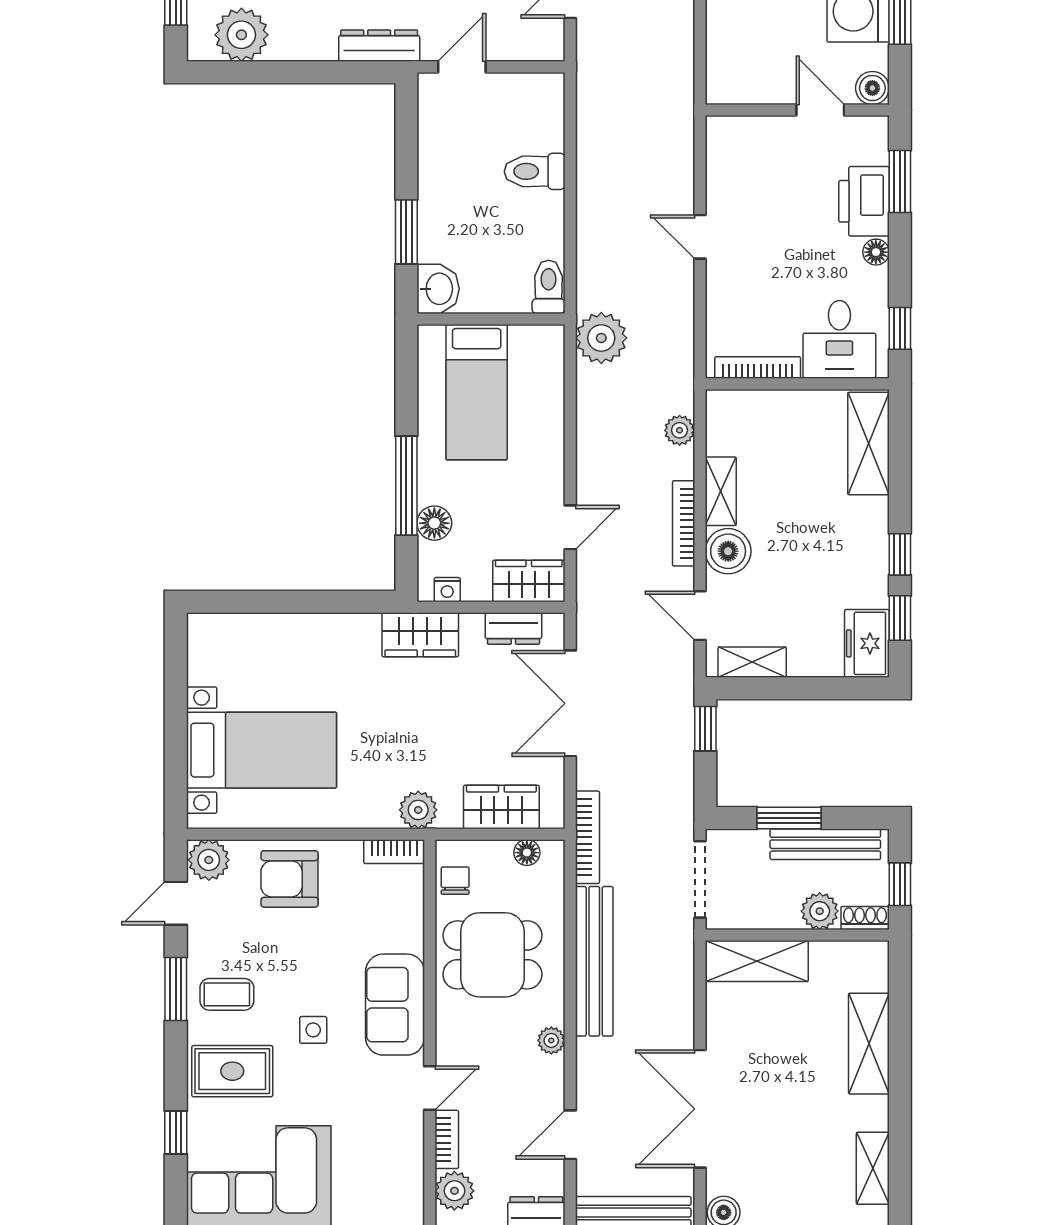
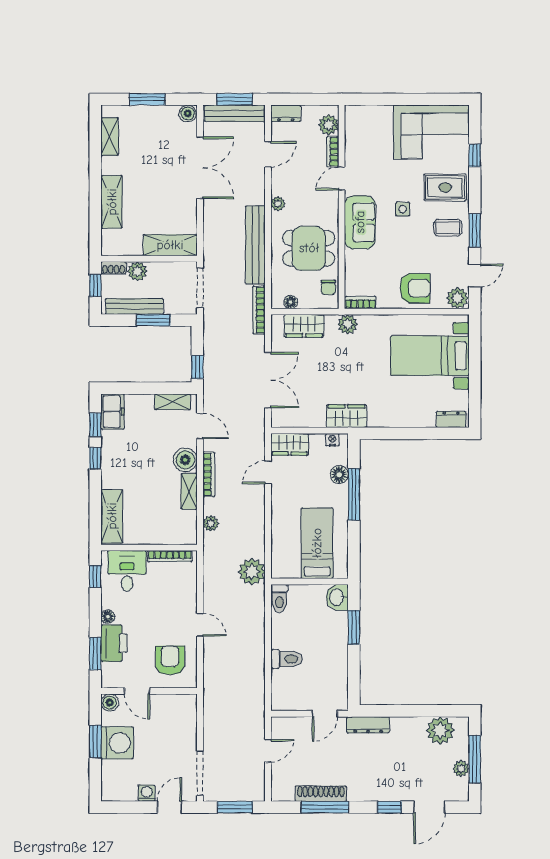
armchair: (757, 169) -> (170, 660), added
dresser: (513, 628) -> (451, 419), moved

